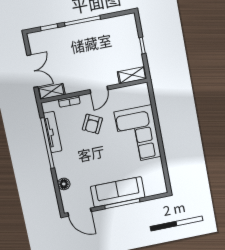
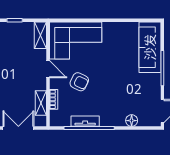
shelving: (51, 91) -> (41, 103), moved
tv unit: (52, 132) -> (85, 121), width x0.71
corner sofa: (138, 134) -> (76, 40), moved
sofa: (118, 192) -> (150, 47), moved

